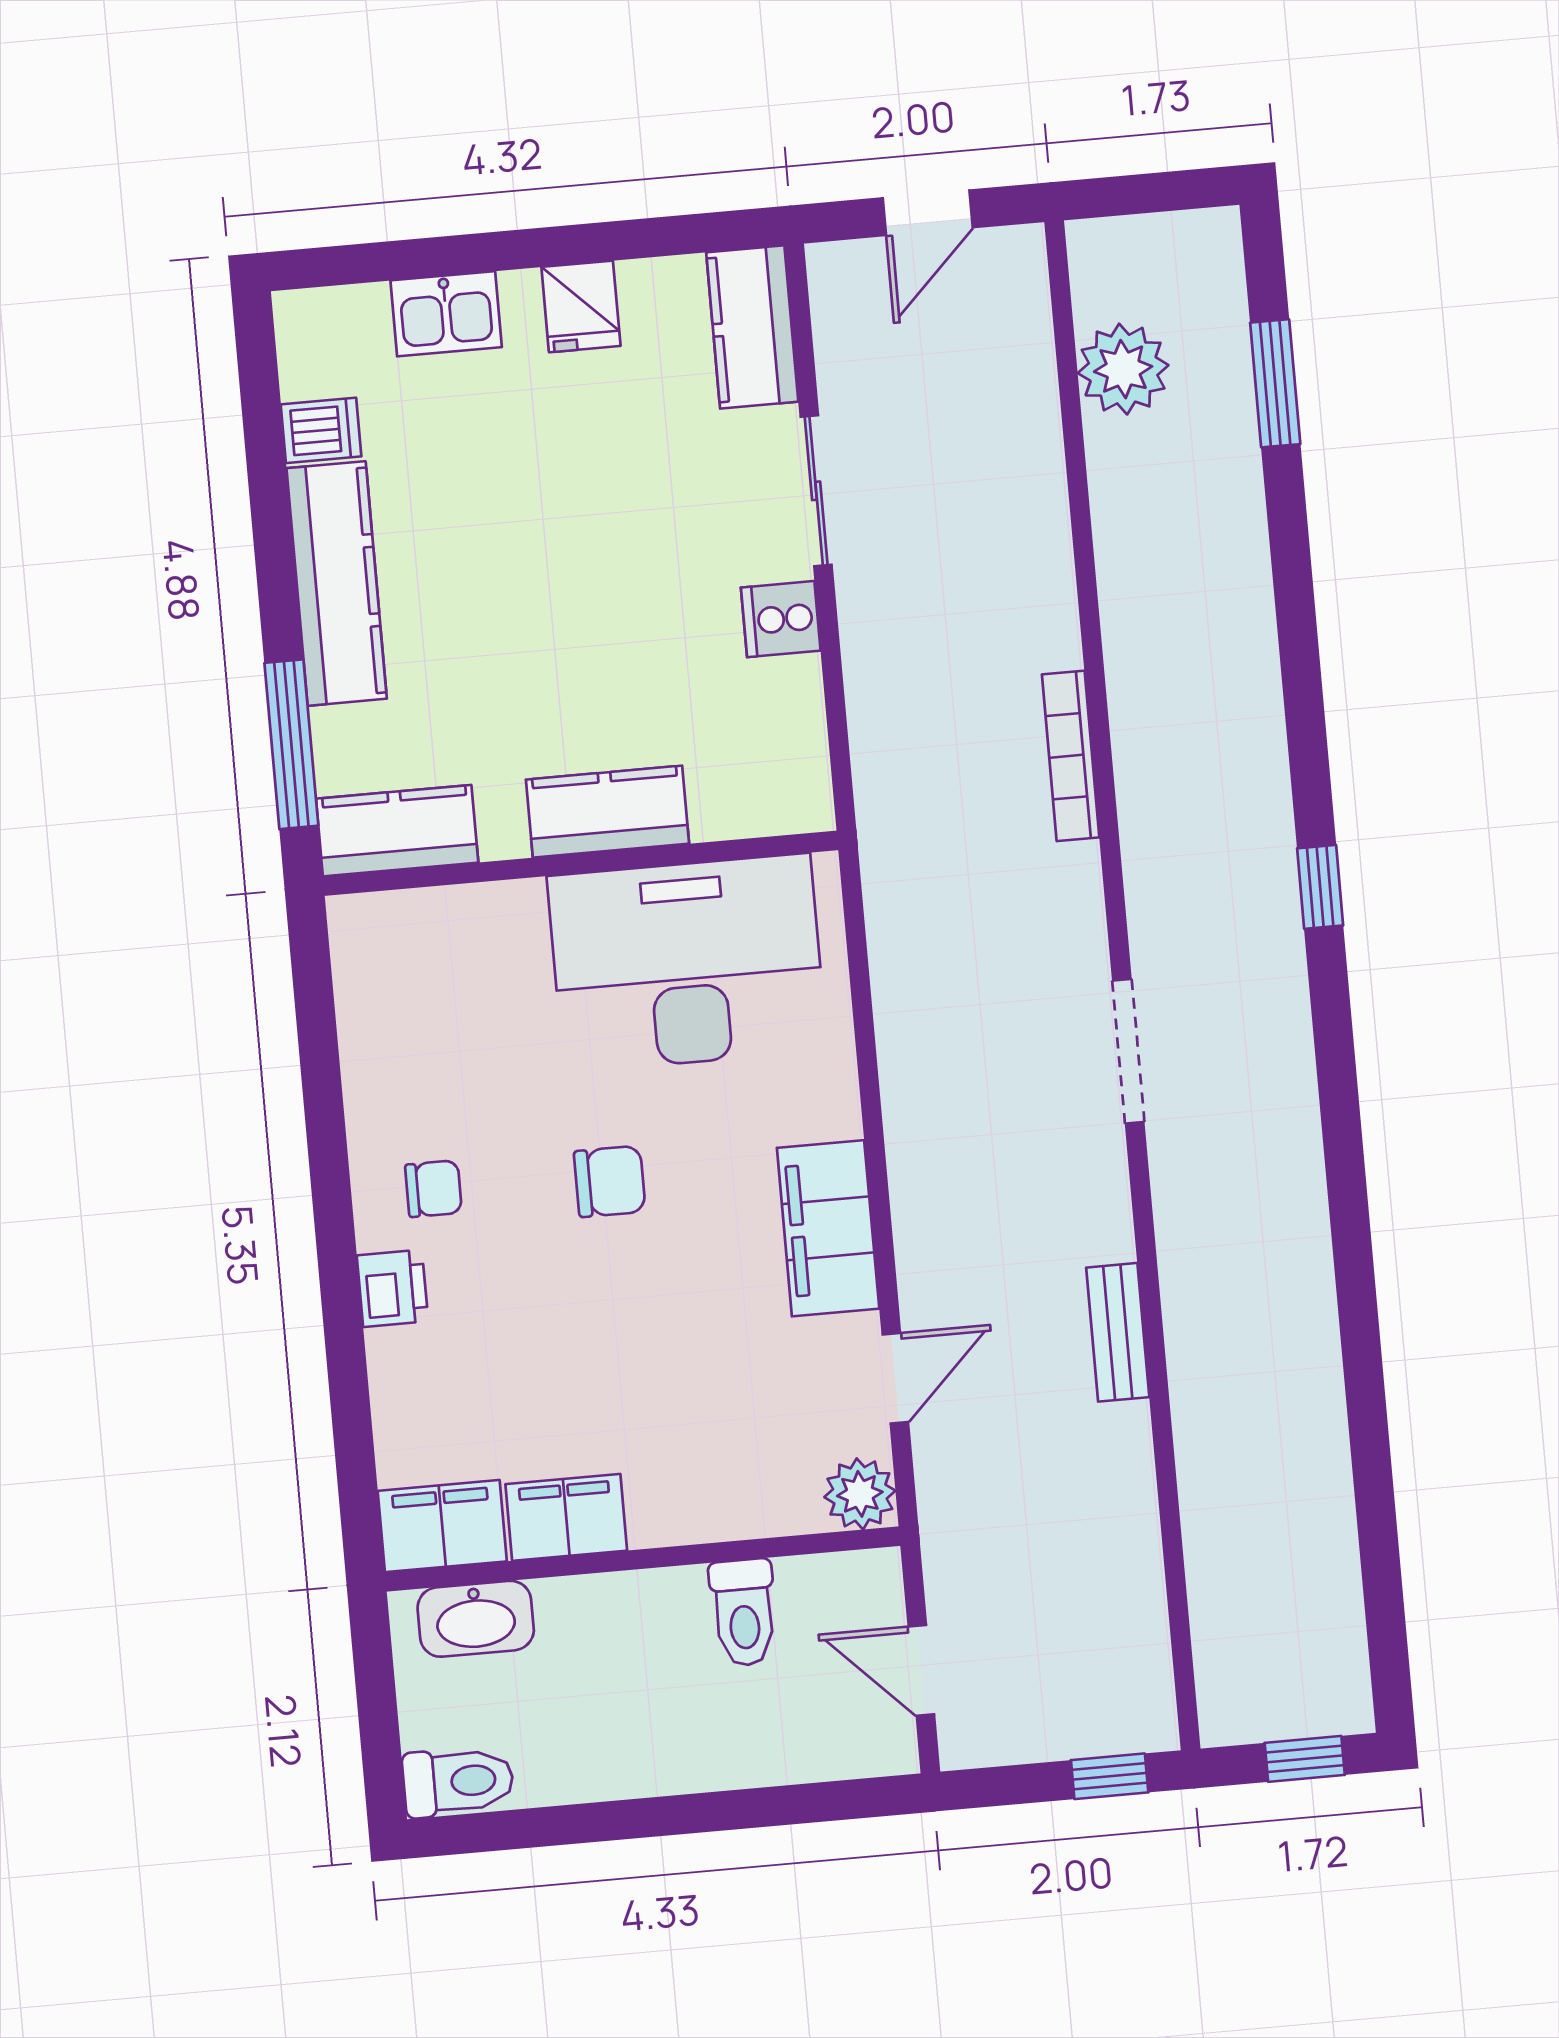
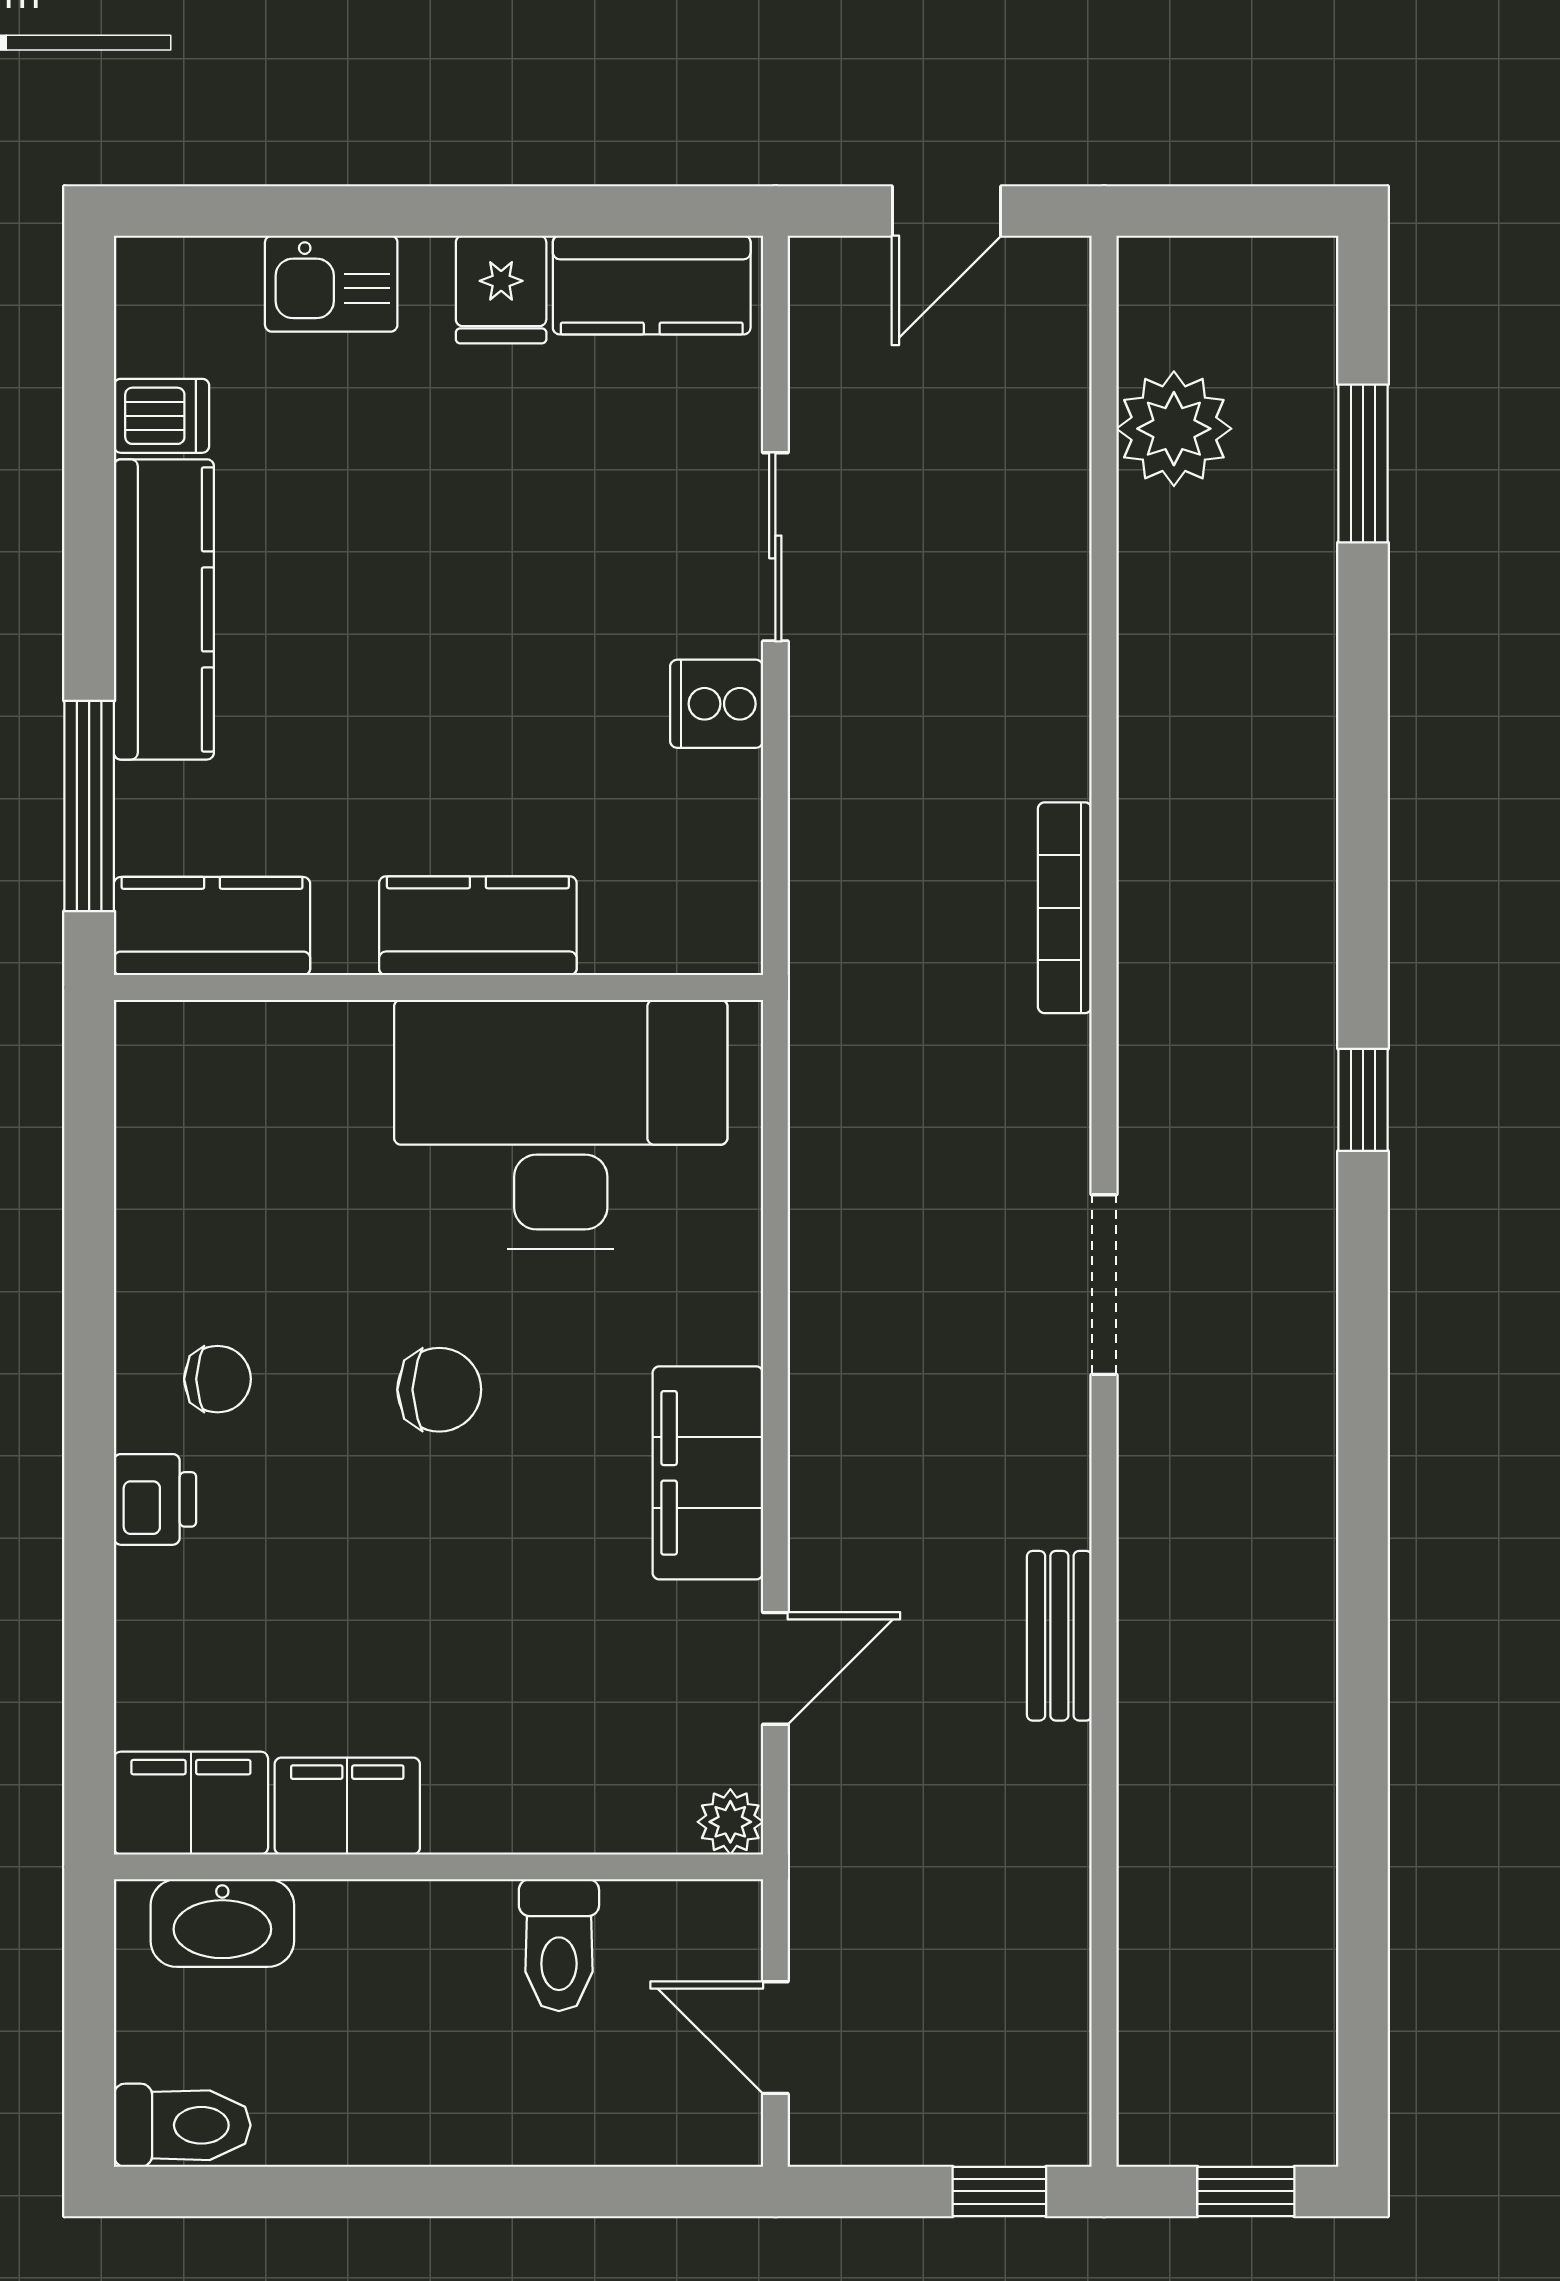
kitchen counter: (752, 327) -> (652, 285), moved, turned -90
plant: (860, 1494) -> (730, 1822), width x0.73, depth x0.73

